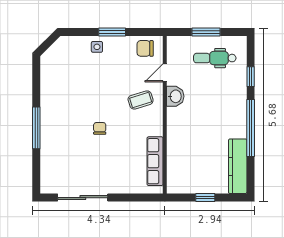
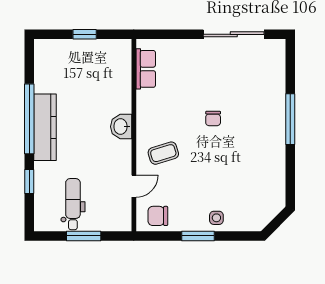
chair: (145, 48) -> (158, 216), turned 180
dental chair: (215, 58) -> (73, 204), turned -90
washbasin: (175, 96) -> (121, 127), moved
row of seats: (155, 161) -> (146, 69), width x0.68
kitchen counter: (238, 166) -> (45, 127), moved

